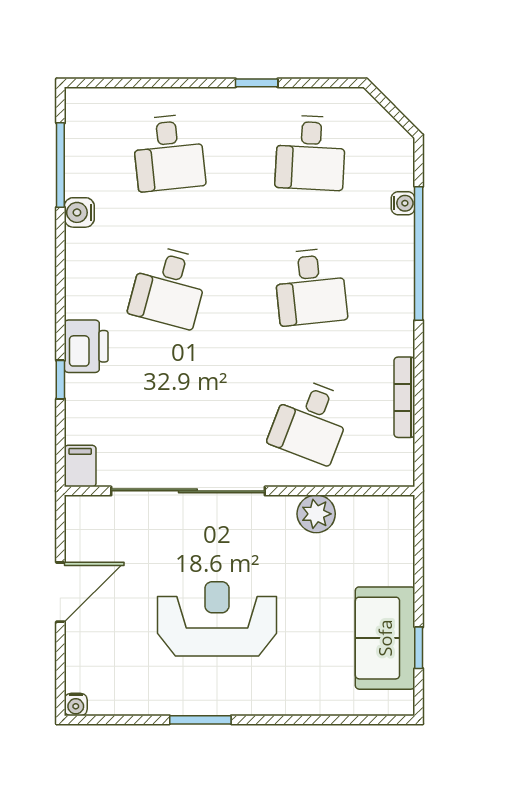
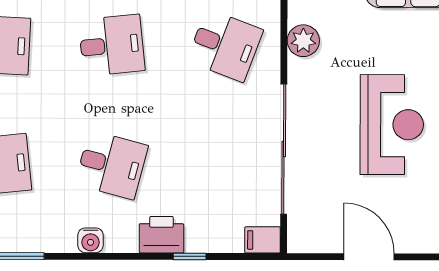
water cooler: (79, 212) -> (91, 240), moved
reception desk: (217, 619) -> (392, 125), turned 180

